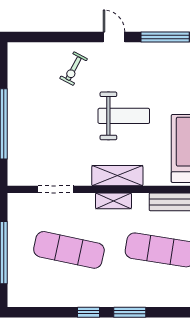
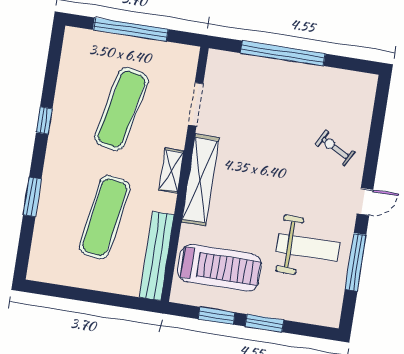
weight bench: (124, 116) -> (308, 247), moved, turned -90
shelving: (117, 176) -> (200, 180), width x1.47
window: (130, 312) -> (32, 197), moved

